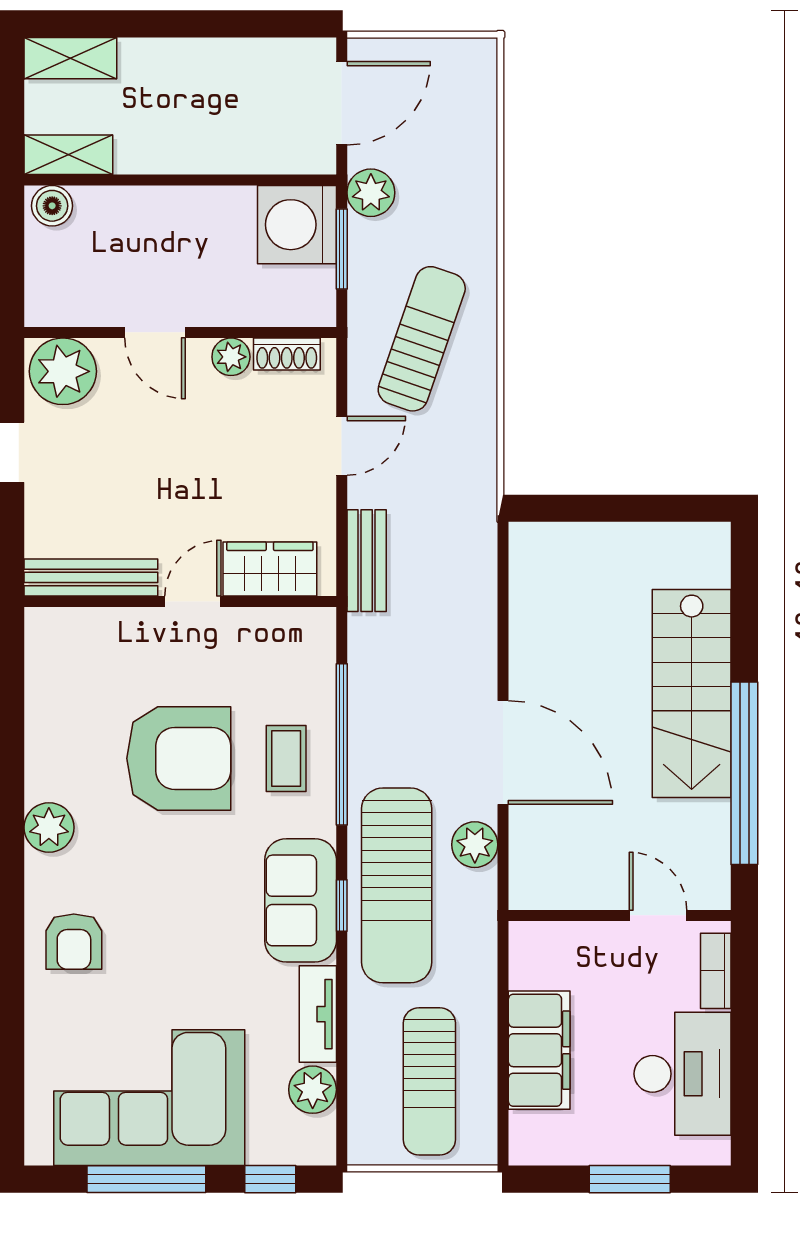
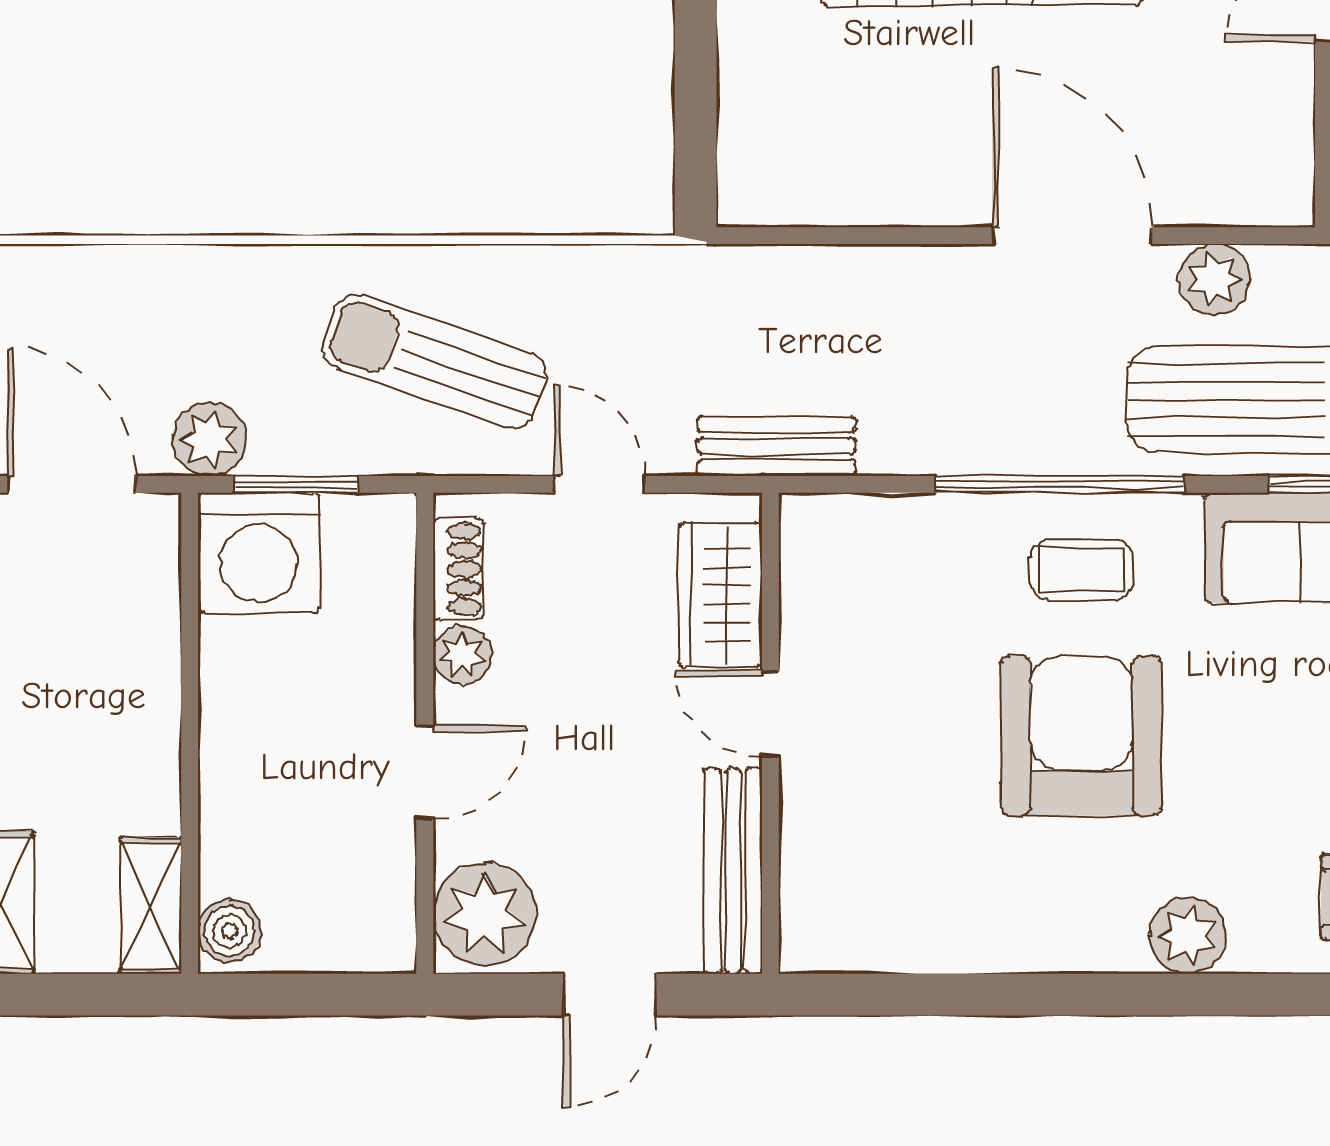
wardrobe: (270, 569) -> (720, 595), moved
bench: (91, 577) -> (733, 871), moved
wall: (180, 602) -> (770, 733), moved
door: (193, 602) -> (770, 714), moved
door: (503, 753) -> (1072, 236), hinge flipped

